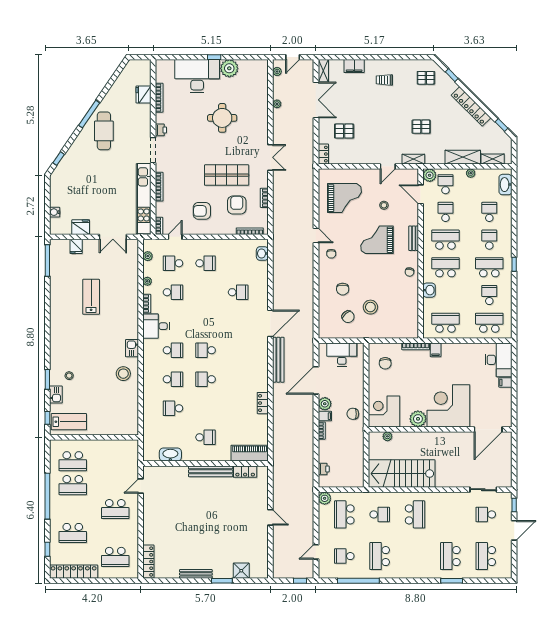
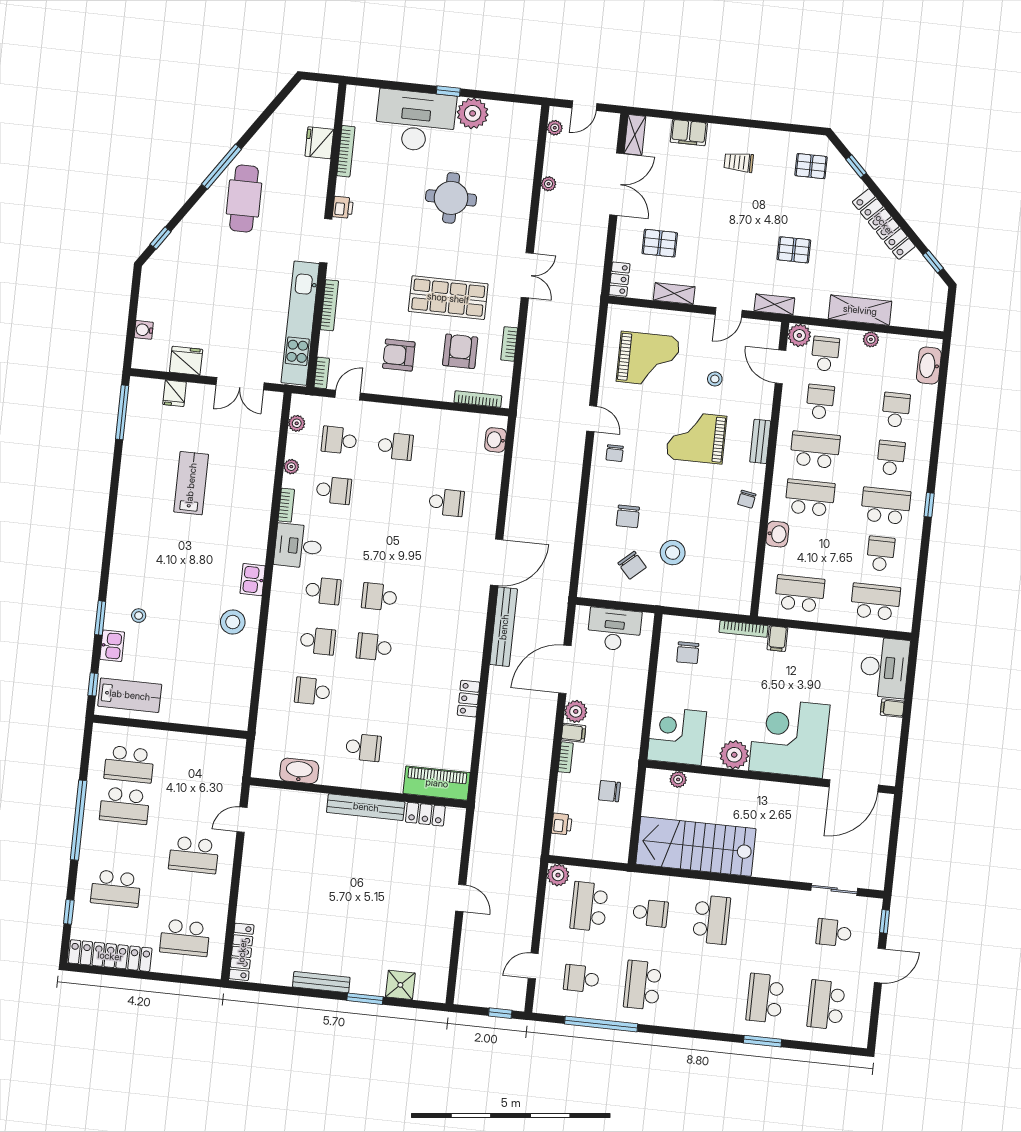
shelving: (493, 159) -> (674, 294), moved
chair: (353, 414) -> (609, 791), moved

